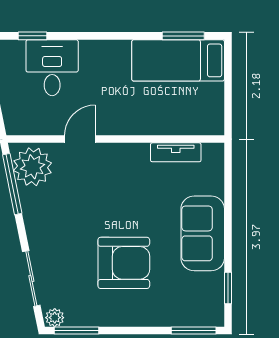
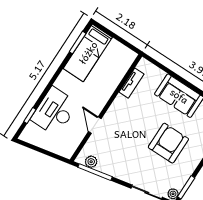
desk: (52, 68) -> (55, 111), width x1.37
plant: (33, 167) -> (91, 162), width x0.53, depth x0.53

